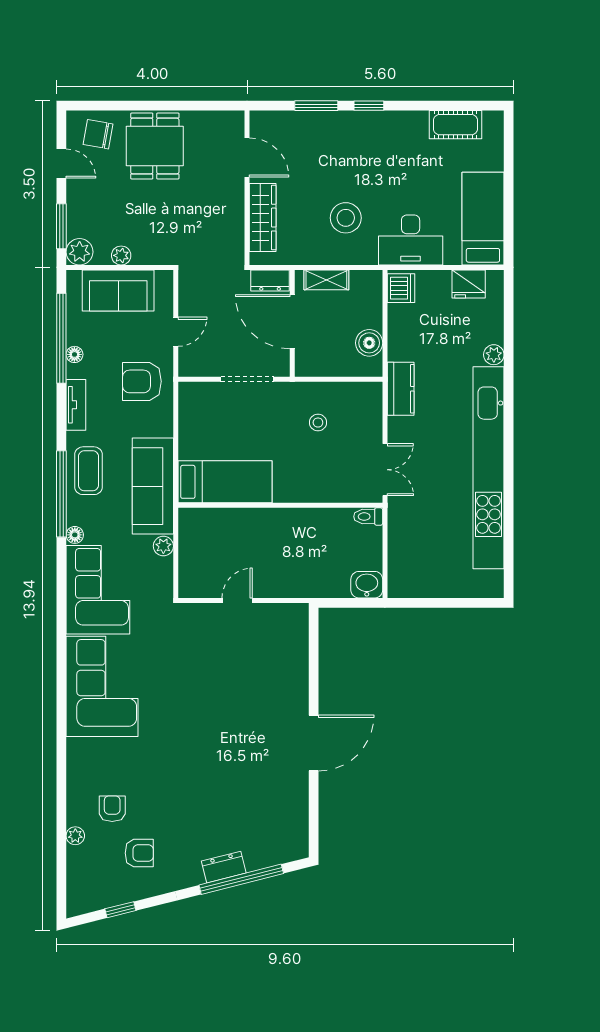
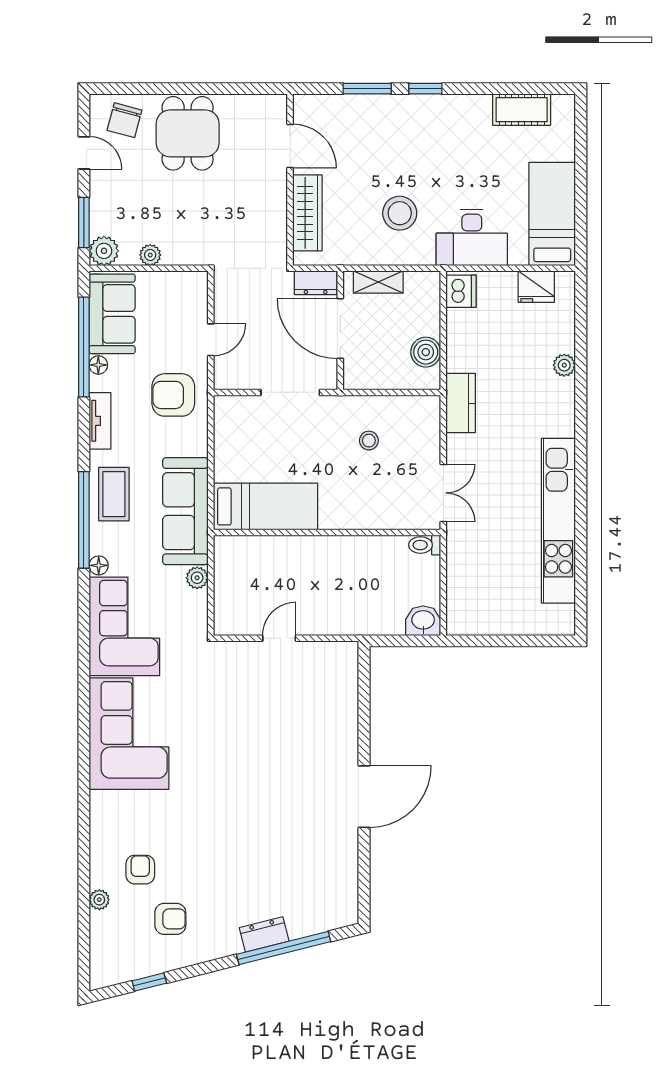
chair: (98, 134) -> (124, 120), turned -85
sofa: (118, 291) -> (112, 314), moved, turned -90
kitchen unit: (489, 468) -> (558, 521), width x0.73

